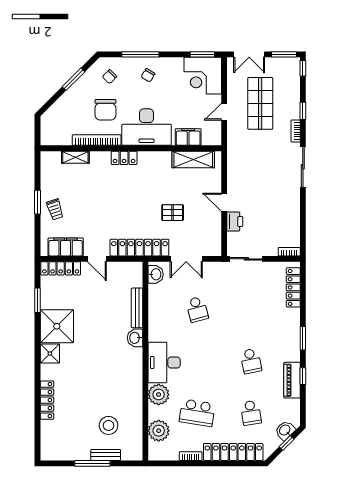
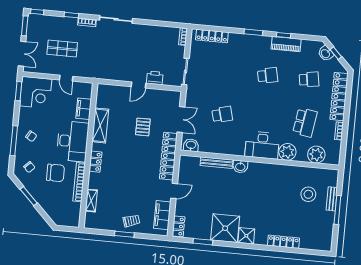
shop shelf: (260, 103) -> (62, 49), width x0.70, depth x0.74
shelving: (193, 159) -> (100, 125), moved
locker: (61, 268) -> (179, 226), width x0.66

